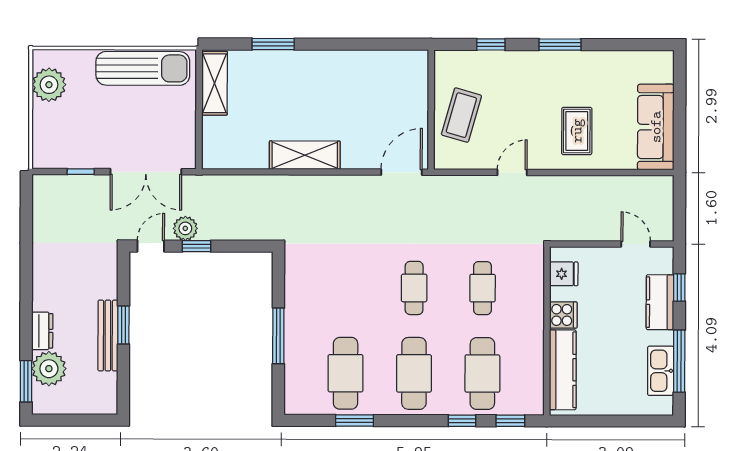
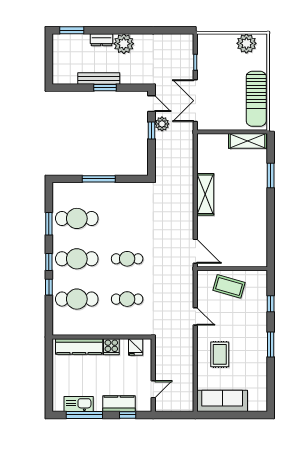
rug: (577, 131) -> (220, 354), turned 90
plant: (49, 369) -> (124, 44), moved
window: (510, 421) -> (49, 262), moved

